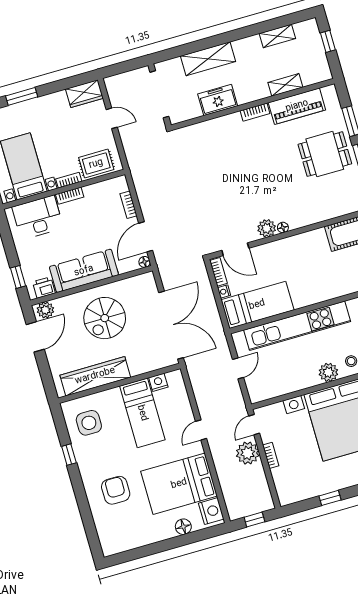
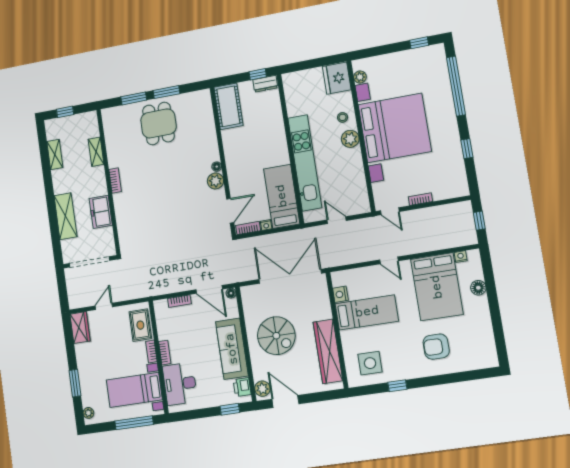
piano: (297, 106) -> (115, 144), removed
plant: (248, 453) -> (416, 220), removed
nightstand: (211, 511) -> (461, 257), width x0.53, depth x0.56

